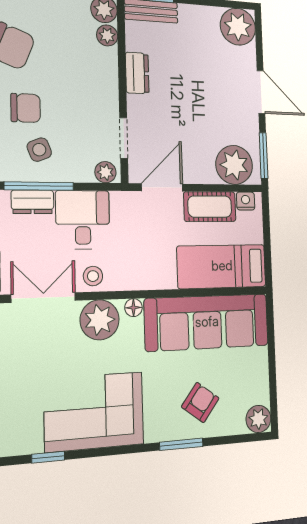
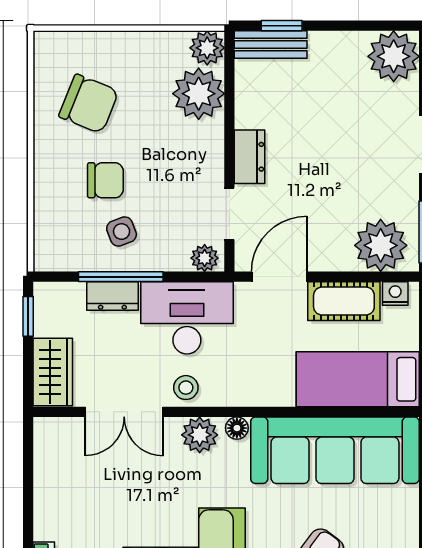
plant: (107, 35) -> (199, 94), width x1.87, depth x1.87
dresser: (137, 73) -> (249, 157), moved
desk: (83, 220) -> (187, 318), width x1.37
double door: (43, 298) -> (124, 412), swing flipped
plant: (100, 320) -> (200, 435), width x0.73, depth x0.73

